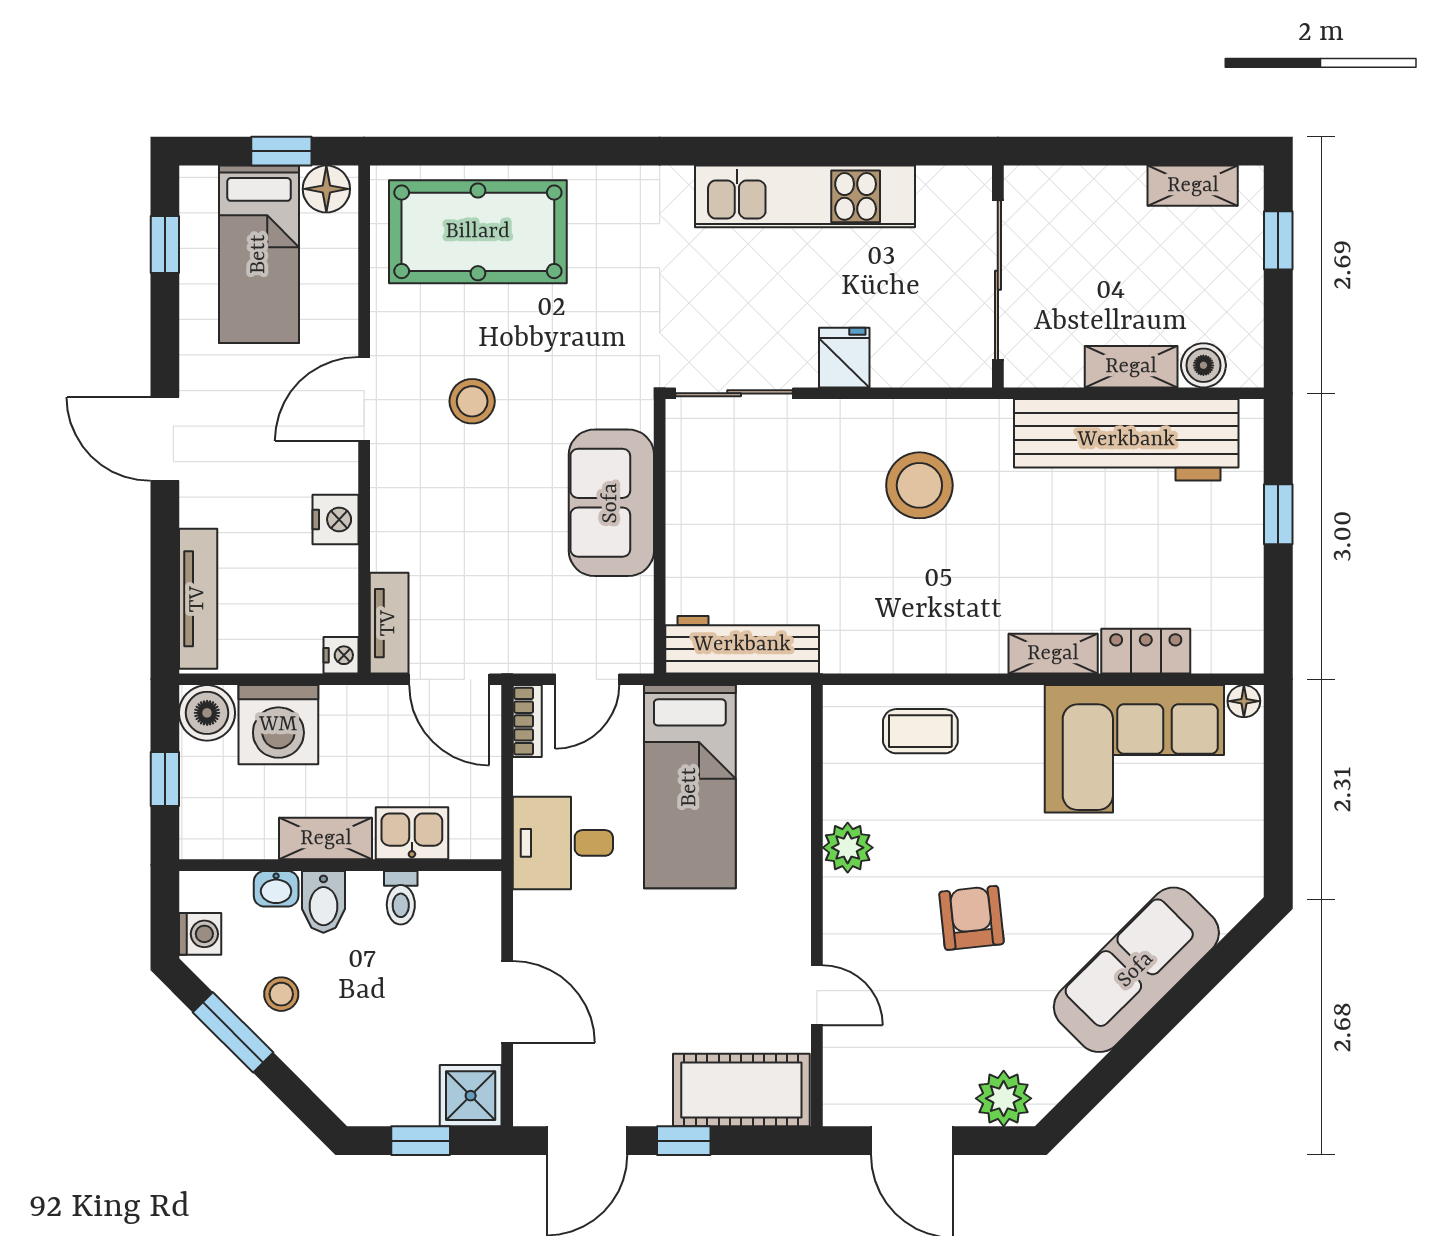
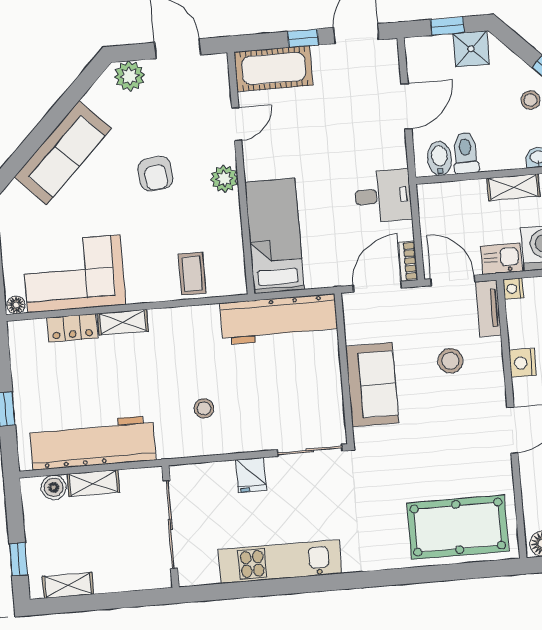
stool: (472, 401) -> (450, 361), moved
stool: (919, 485) -> (204, 408), width x0.53, depth x0.53
workbench: (742, 645) -> (279, 319), width x1.36, depth x1.32
door: (587, 679) -> (377, 287), width x1.37
coffee table: (920, 731) -> (192, 274), turned 90
bed: (690, 787) -> (275, 236), moved
kitchen sink: (412, 833) -> (501, 259), moved, turned 180
plant: (848, 848) -> (224, 179), moved
toilet: (401, 898) -> (466, 153), width x1.37, depth x1.39
bidet: (323, 902) -> (440, 159), moved
door: (817, 995) -> (237, 124), swing flipped
door: (507, 1002) -> (406, 106), swing flipped
shower: (471, 1096) -> (471, 49), moved

